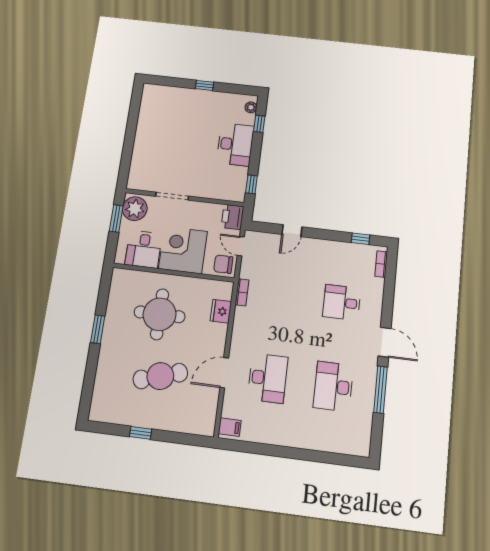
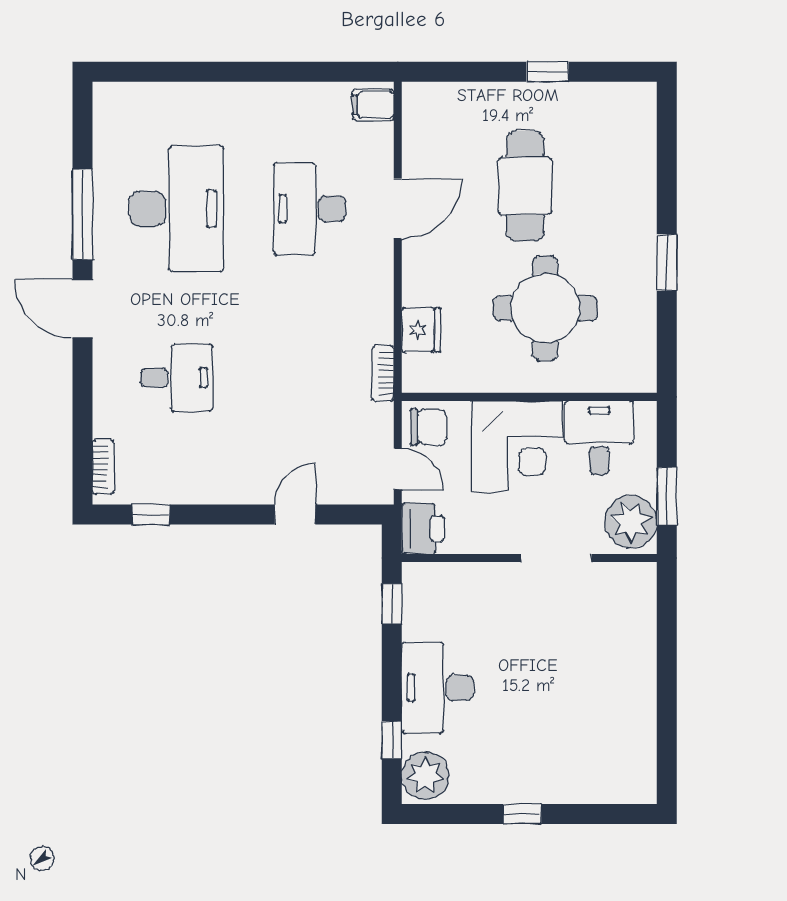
plant: (251, 107) -> (425, 775), width x1.88, depth x1.88
cafe table: (160, 376) -> (525, 186), turned -73
desk: (333, 386) -> (177, 209), width x1.36, depth x1.30

